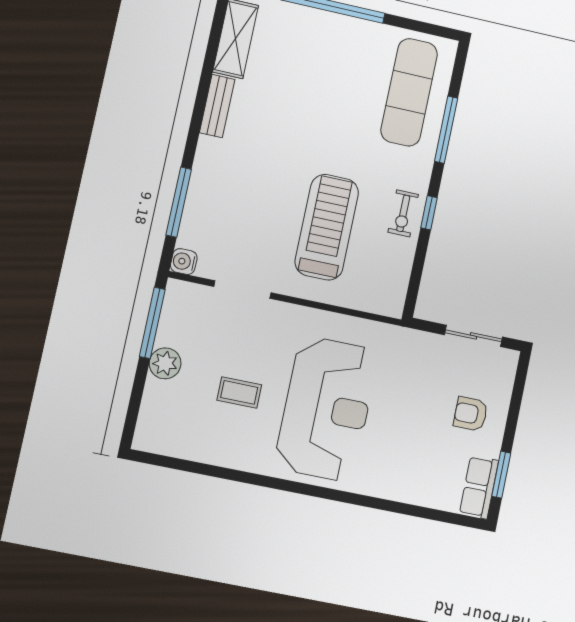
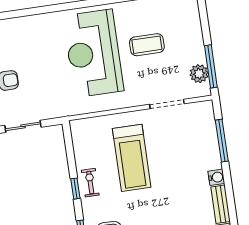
water cooler: (184, 262) -> (216, 177), moved
plant: (165, 363) -> (199, 74), moved
coffee table: (239, 392) -> (147, 45), width x1.36, depth x1.30

